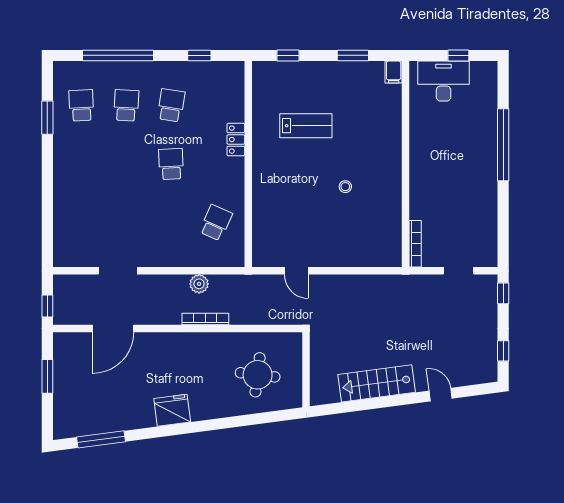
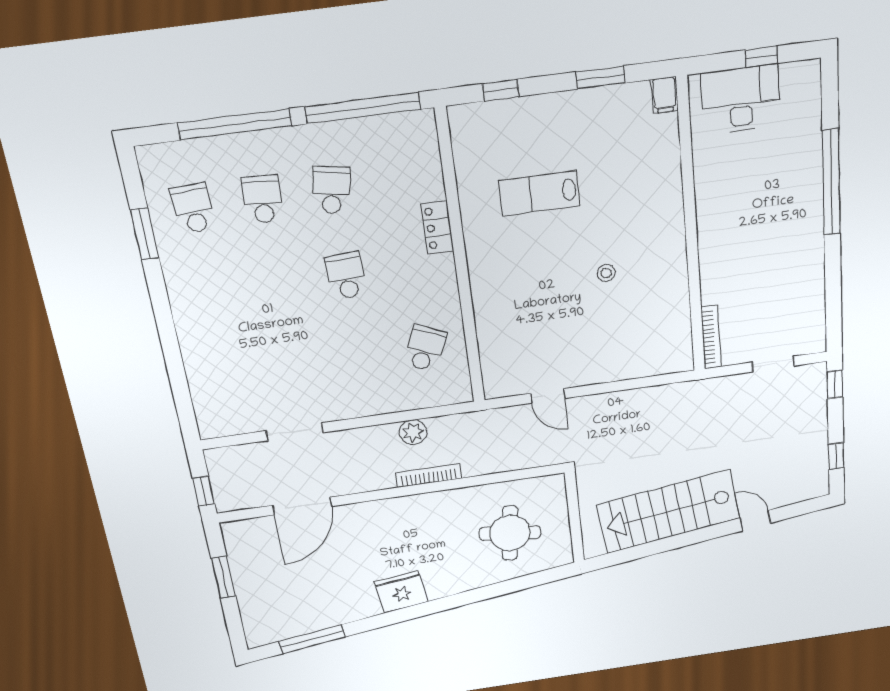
window: (199, 55) -> (363, 108), width x3.17
lab bench: (306, 126) -> (540, 193), turned 180
stairs: (377, 383) -> (668, 512), width x1.36, depth x1.51

